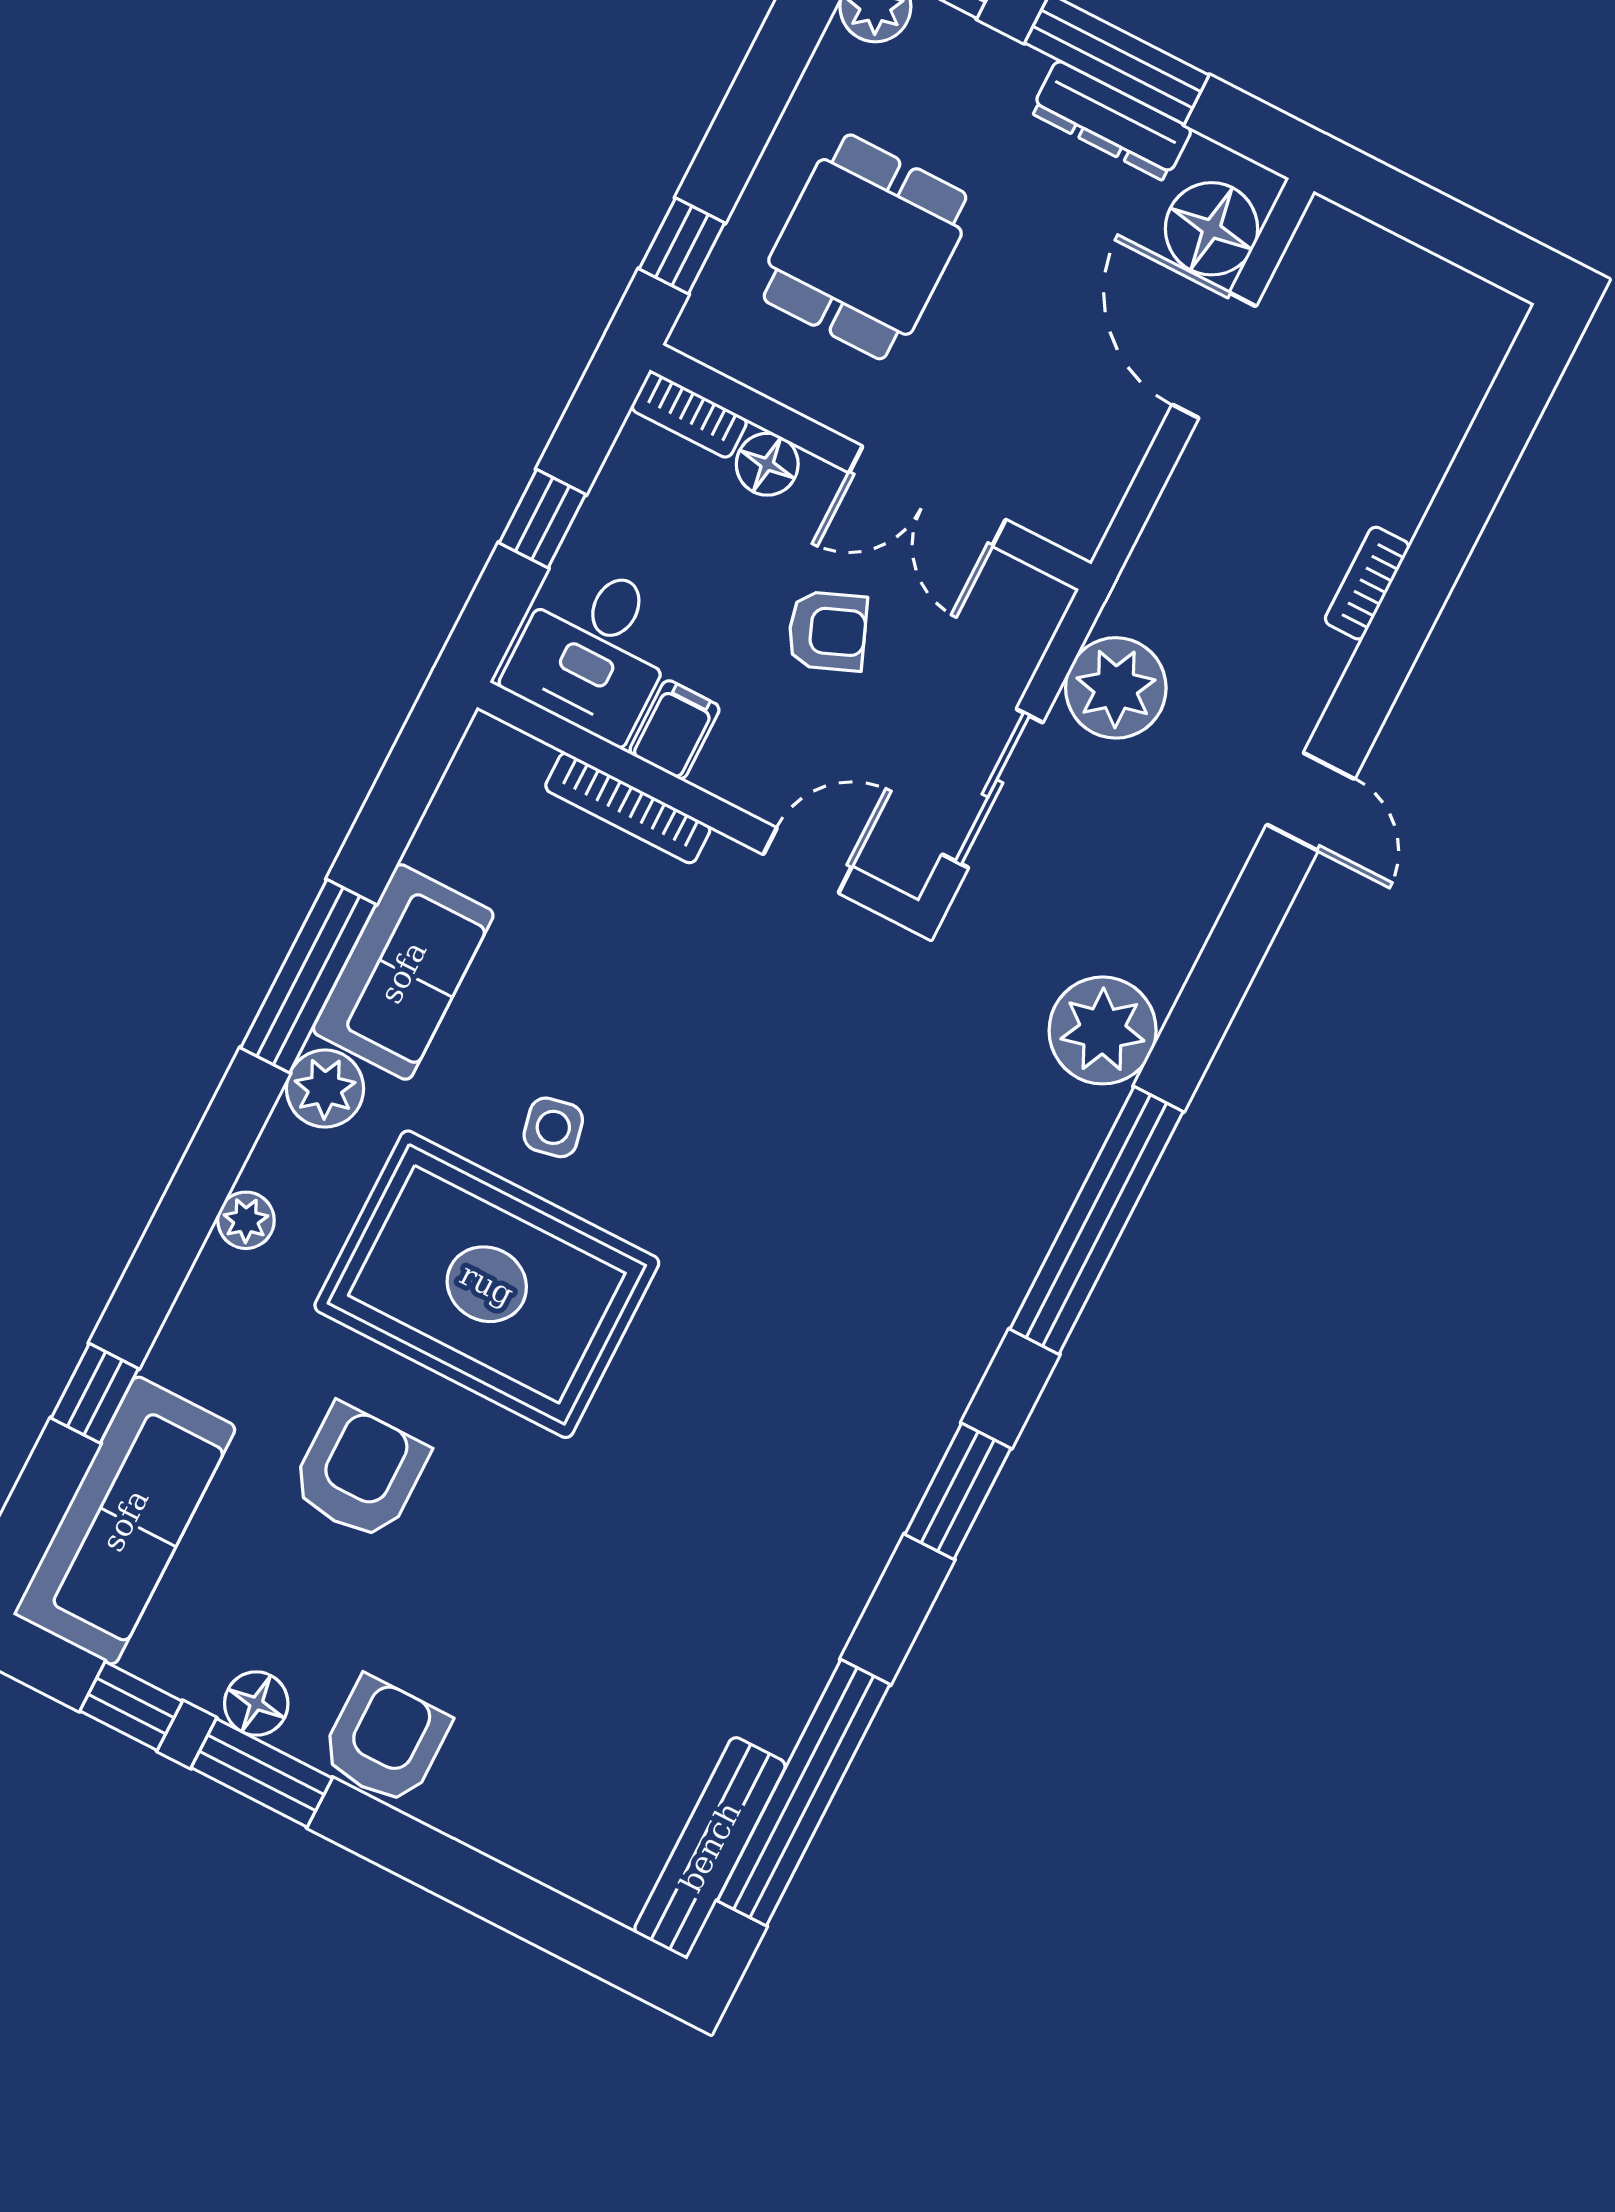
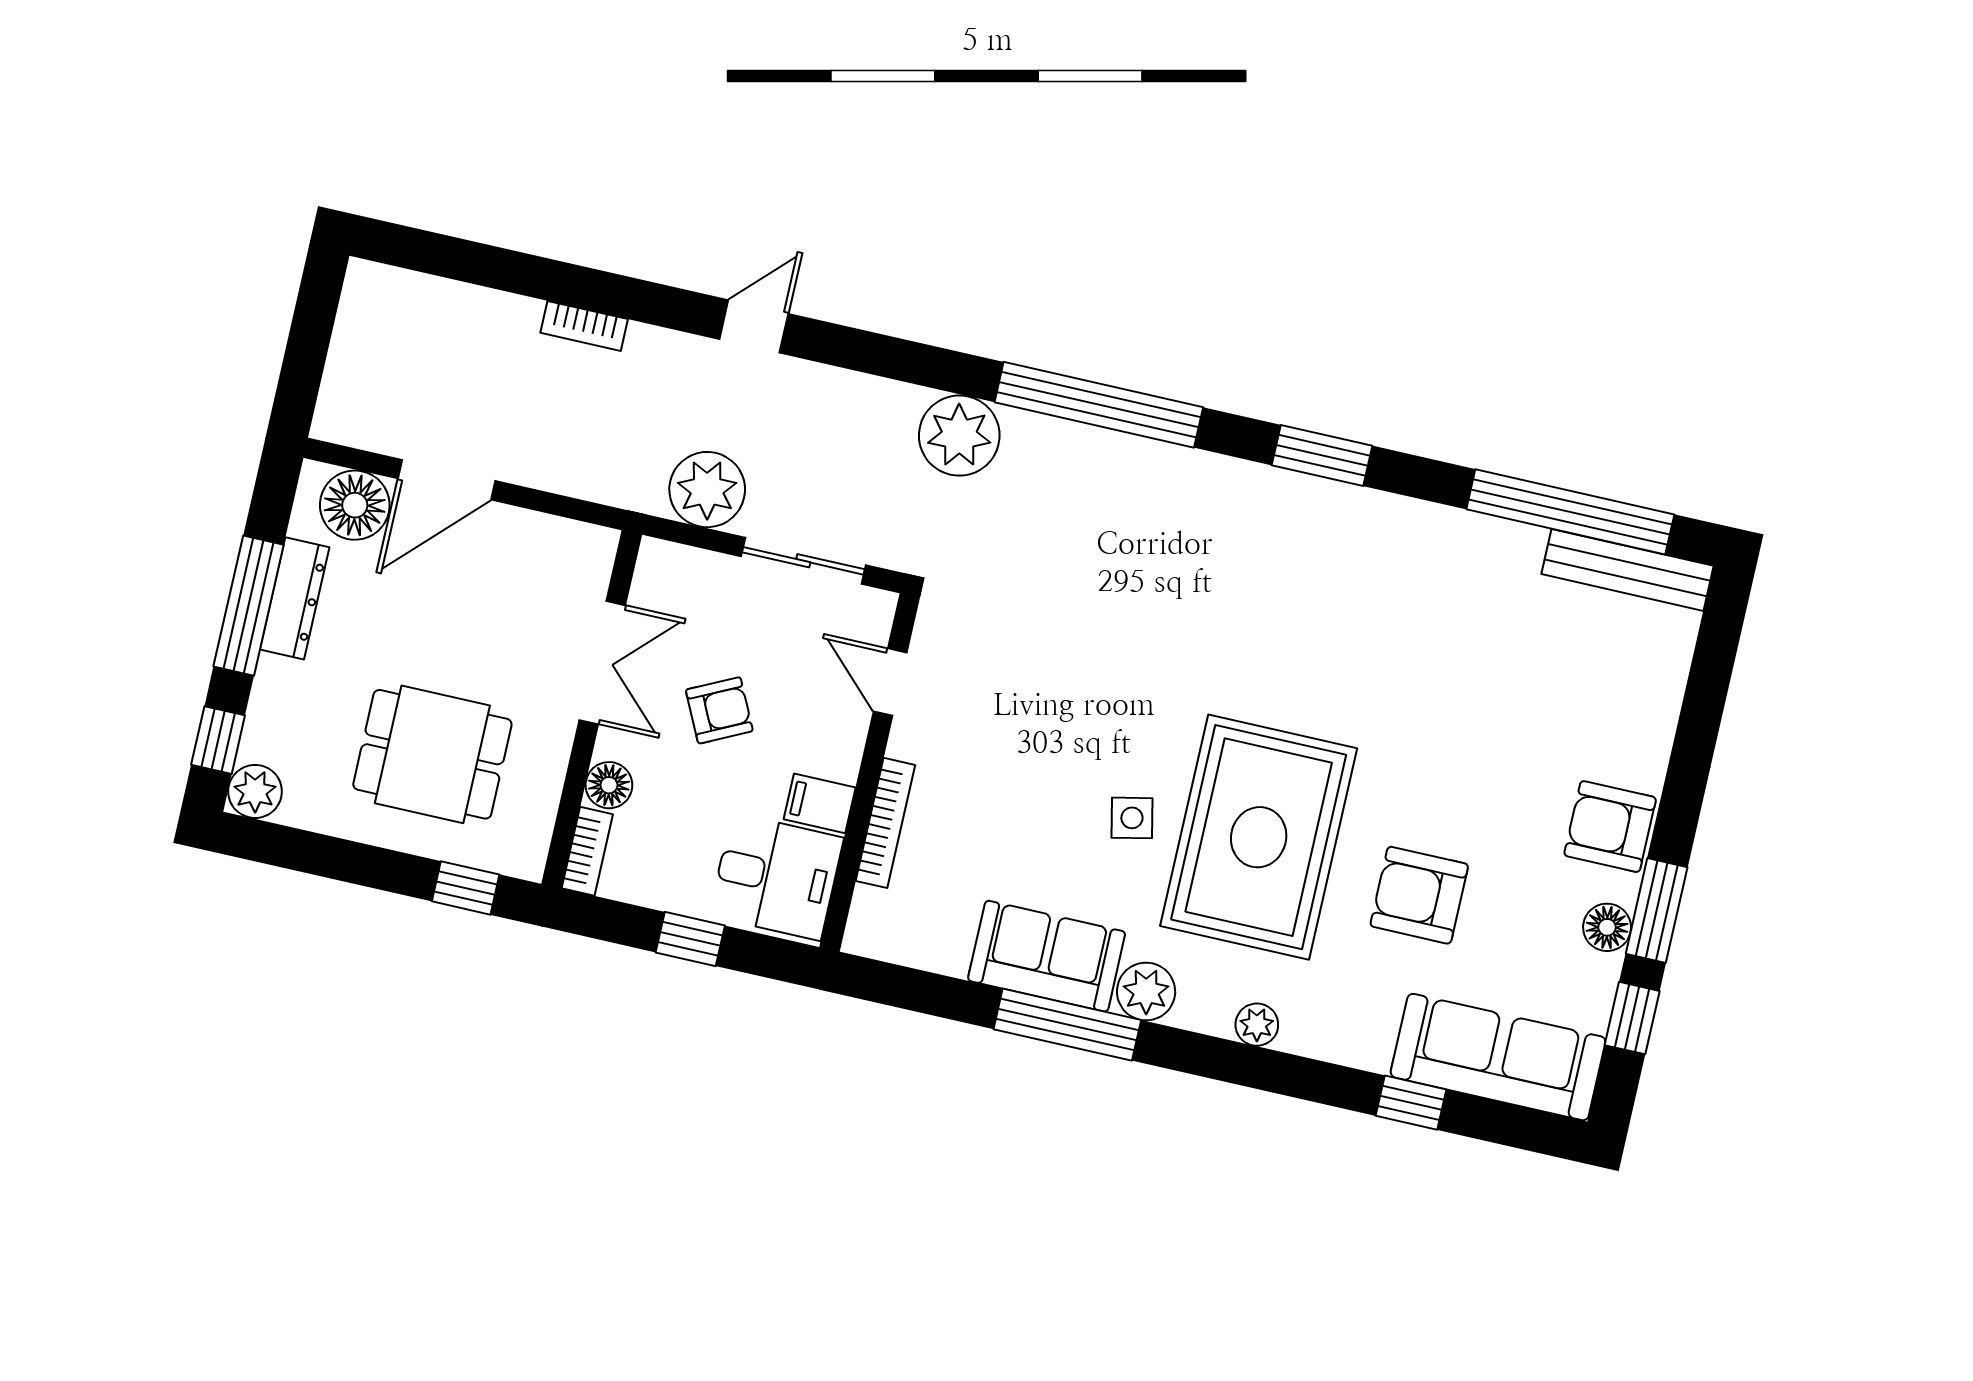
armchair: (827, 631) -> (719, 710), turned 86

